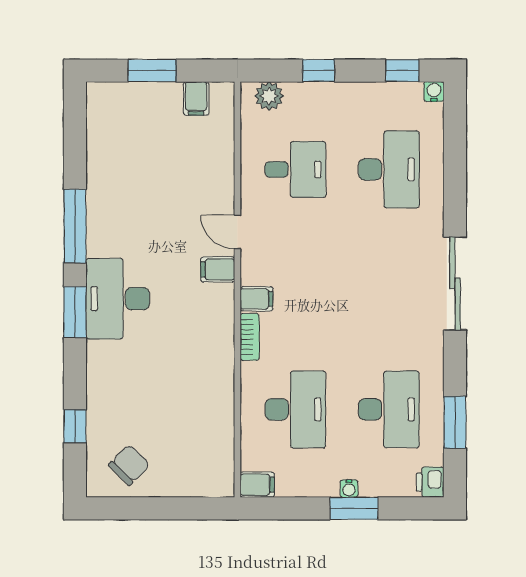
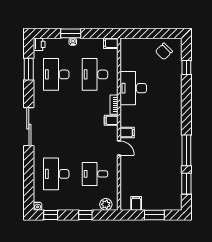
desk: (118, 299) -> (133, 88), moved, turned 180
window: (75, 312) -> (186, 184), moved

